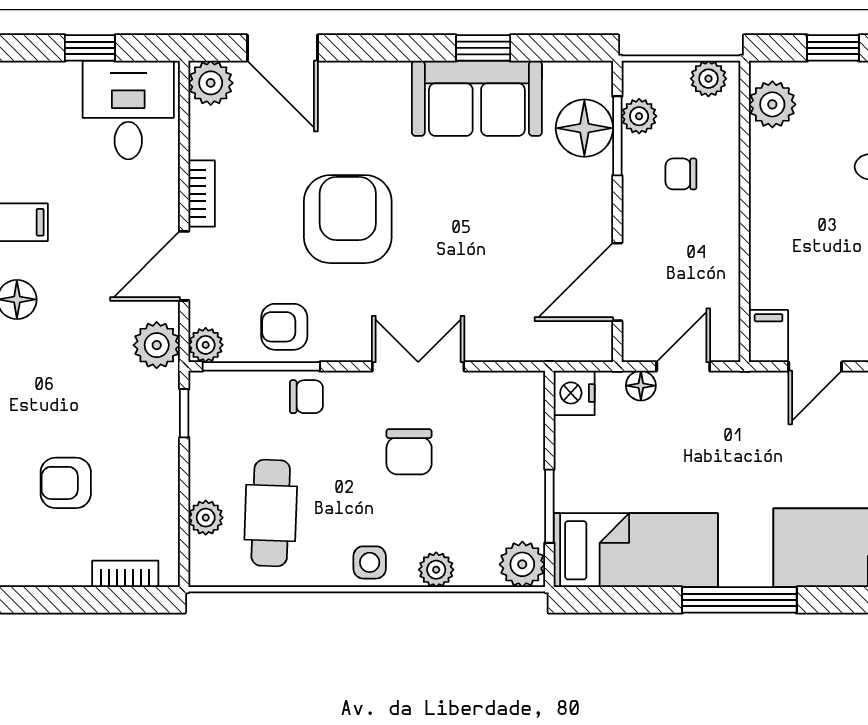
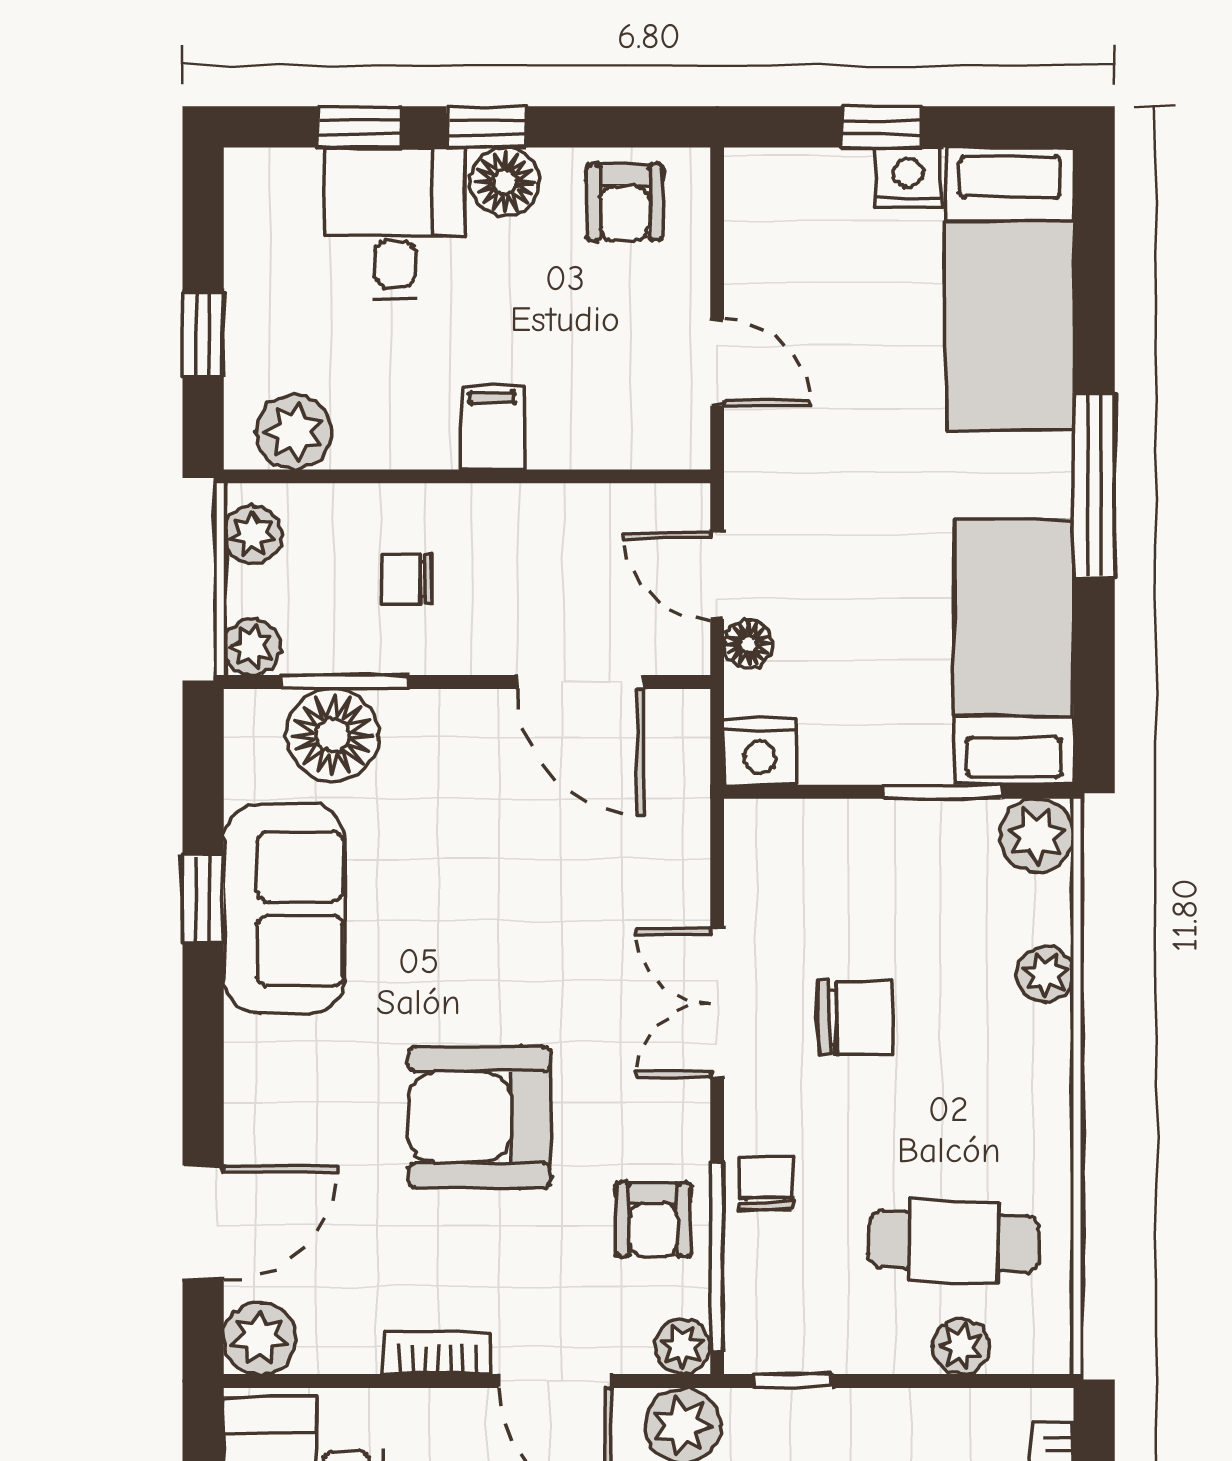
plant: (639, 116) -> (252, 647), moved
chair: (681, 174) -> (406, 579), turned 90
filing cabinet: (769, 336) -> (492, 427), moved, turned 90
side table: (370, 562) -> (1034, 1082), removed

